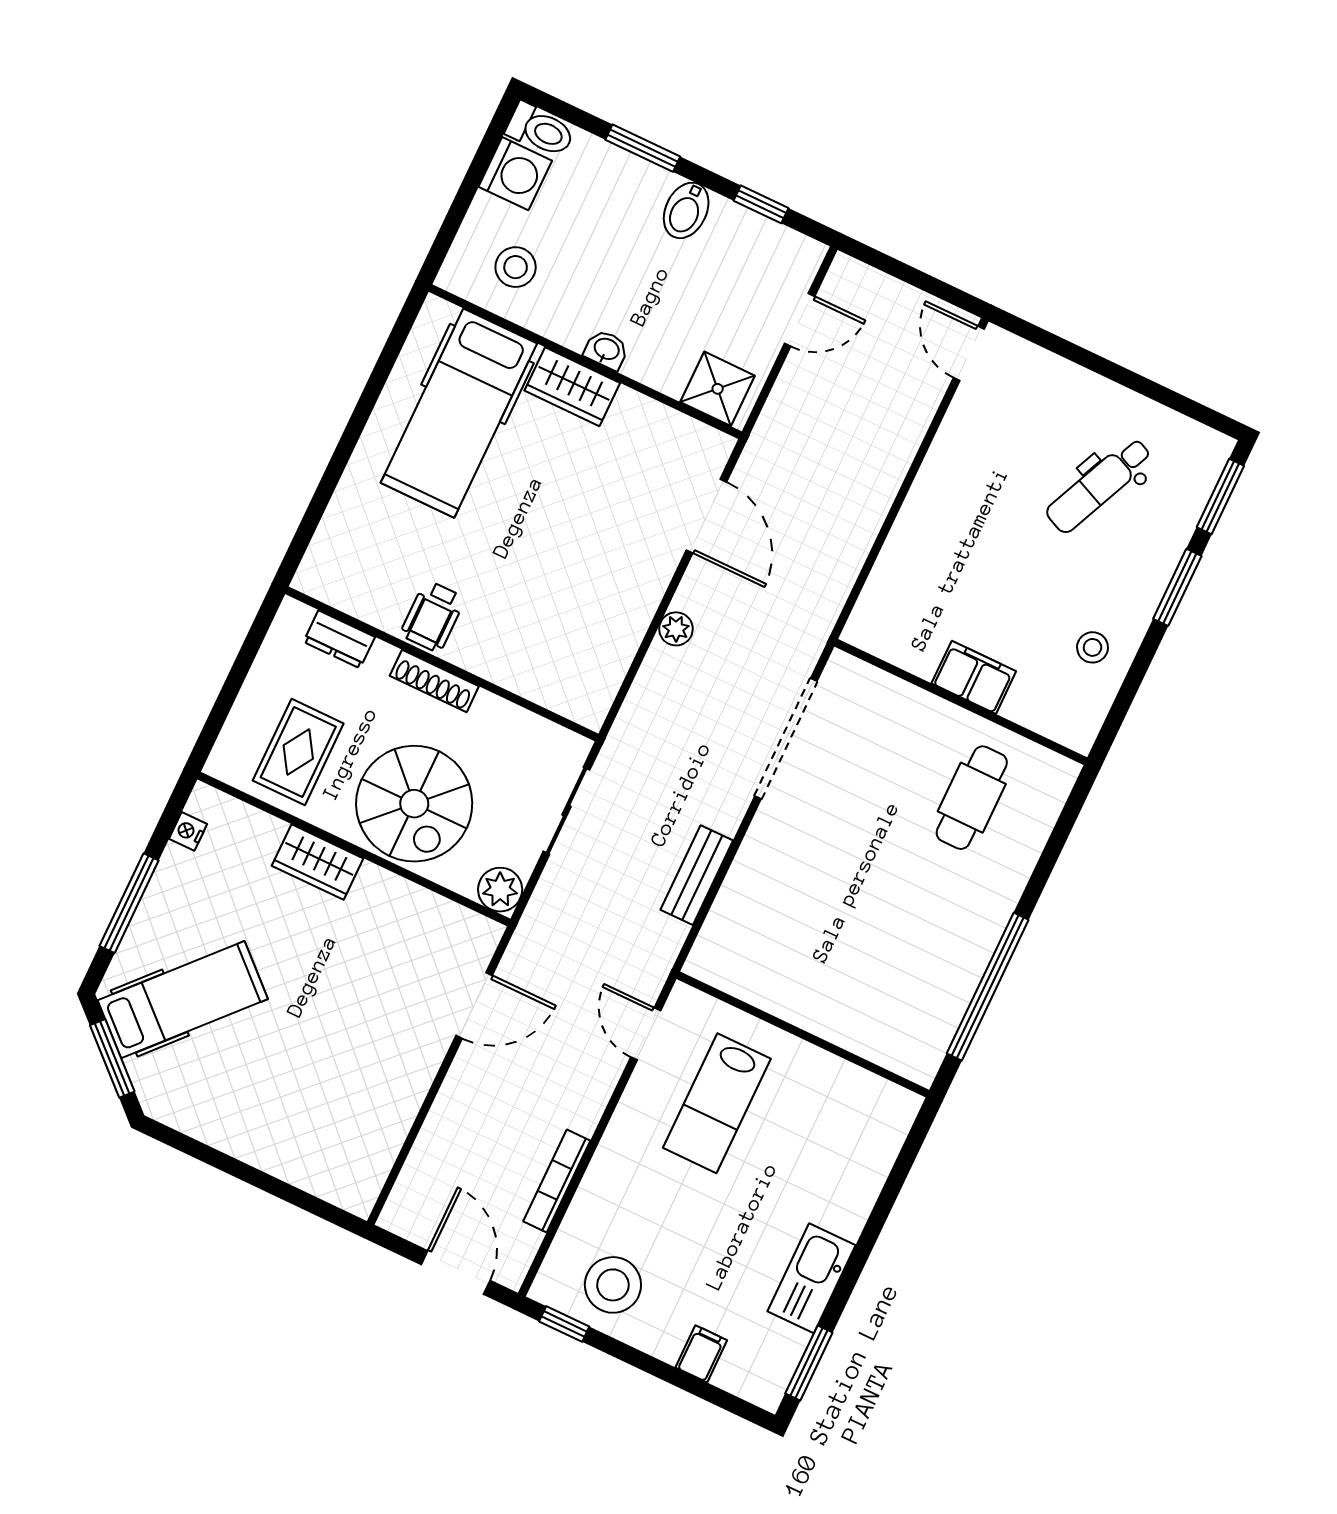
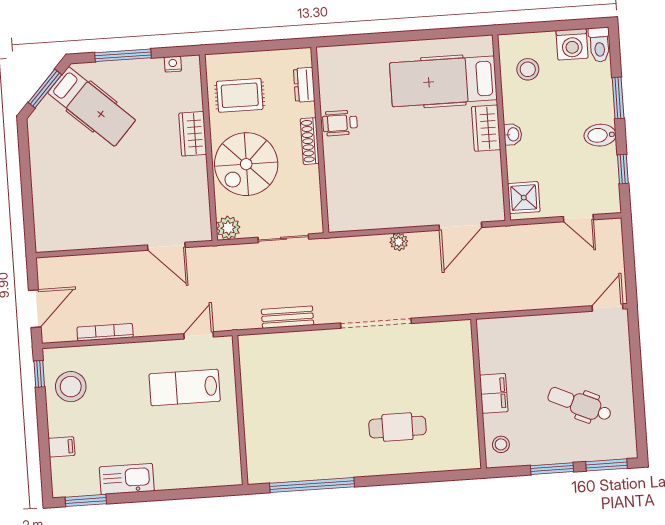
filing cabinet: (974, 677) -> (494, 393), moved
wall: (961, 702) -> (479, 394), moved

